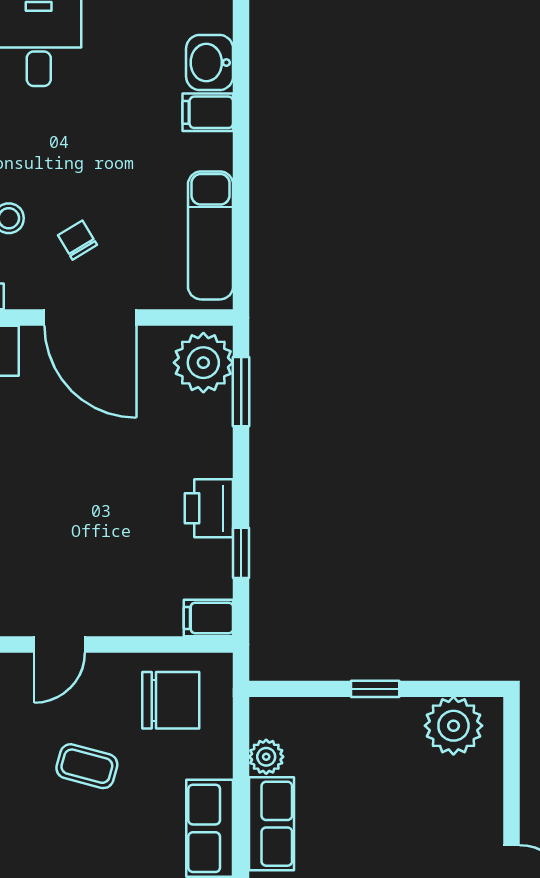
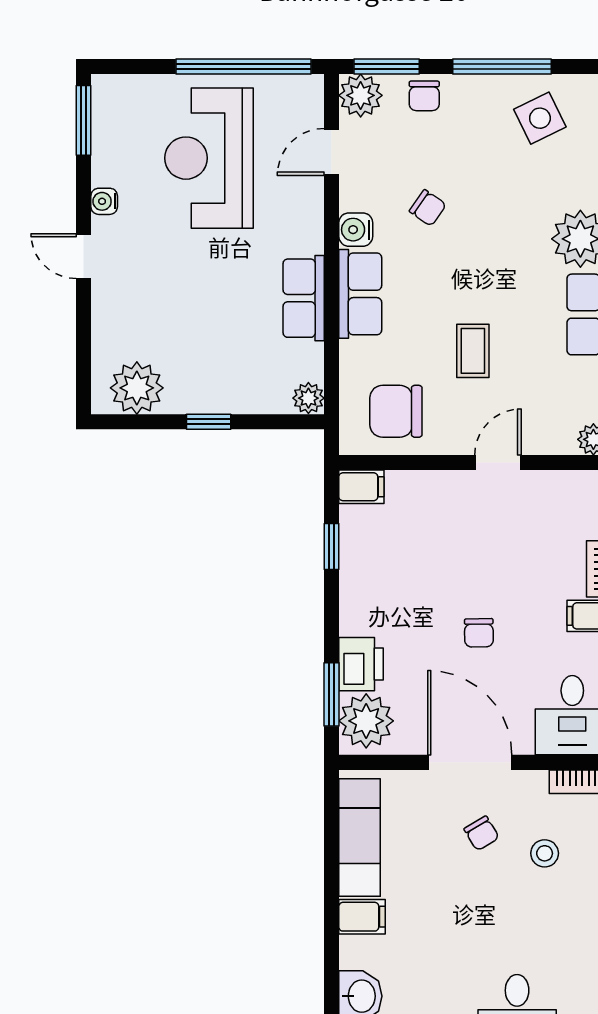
filing cabinet: (208, 112) -> (362, 917), moved
chair: (80, 459) -> (479, 633), added
printer: (209, 508) -> (361, 664), moved
plant: (266, 757) -> (308, 398), moved
coffee table: (87, 766) -> (473, 351), turned 75

